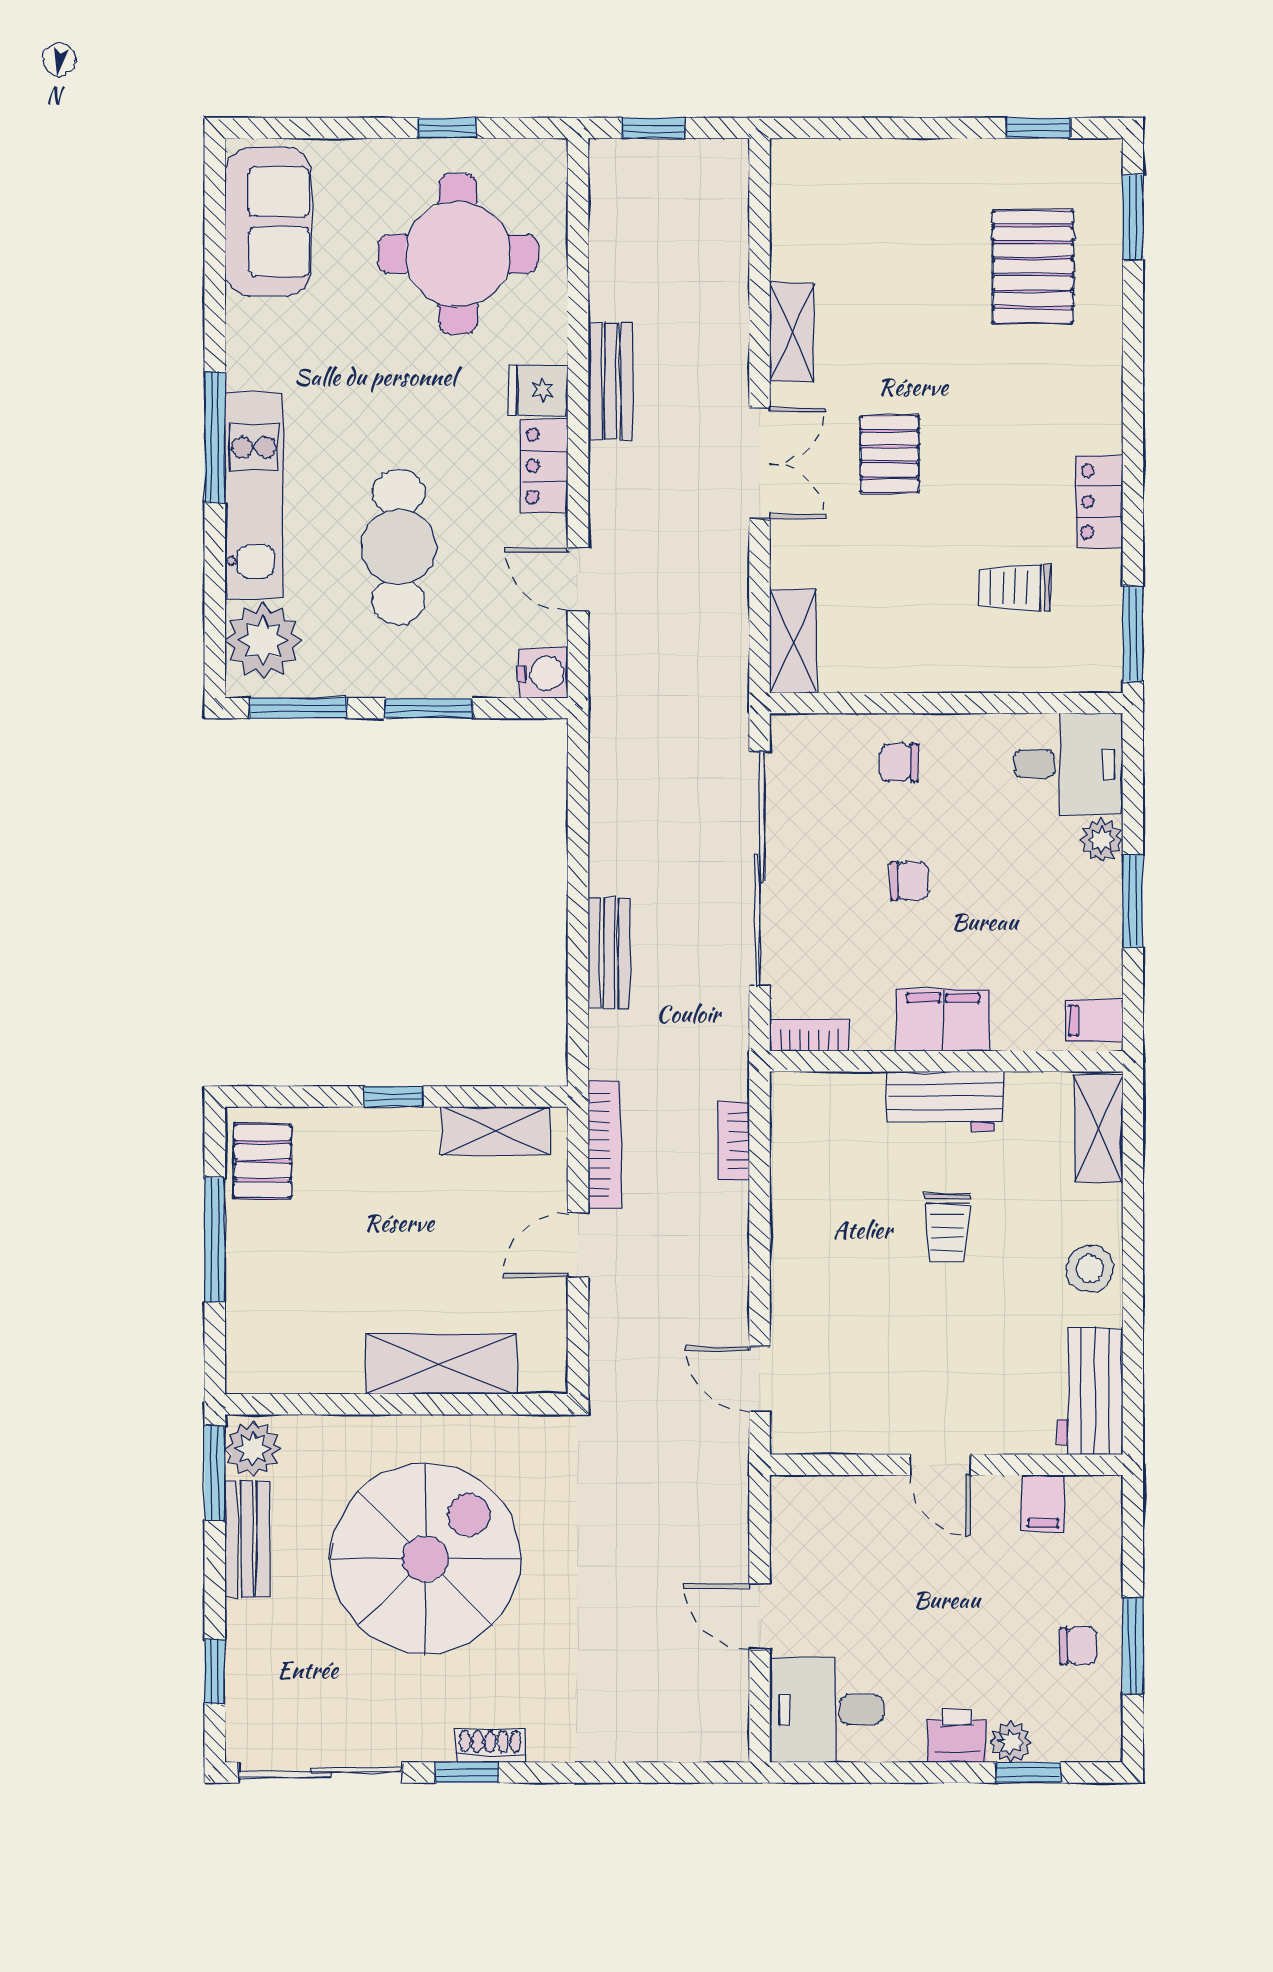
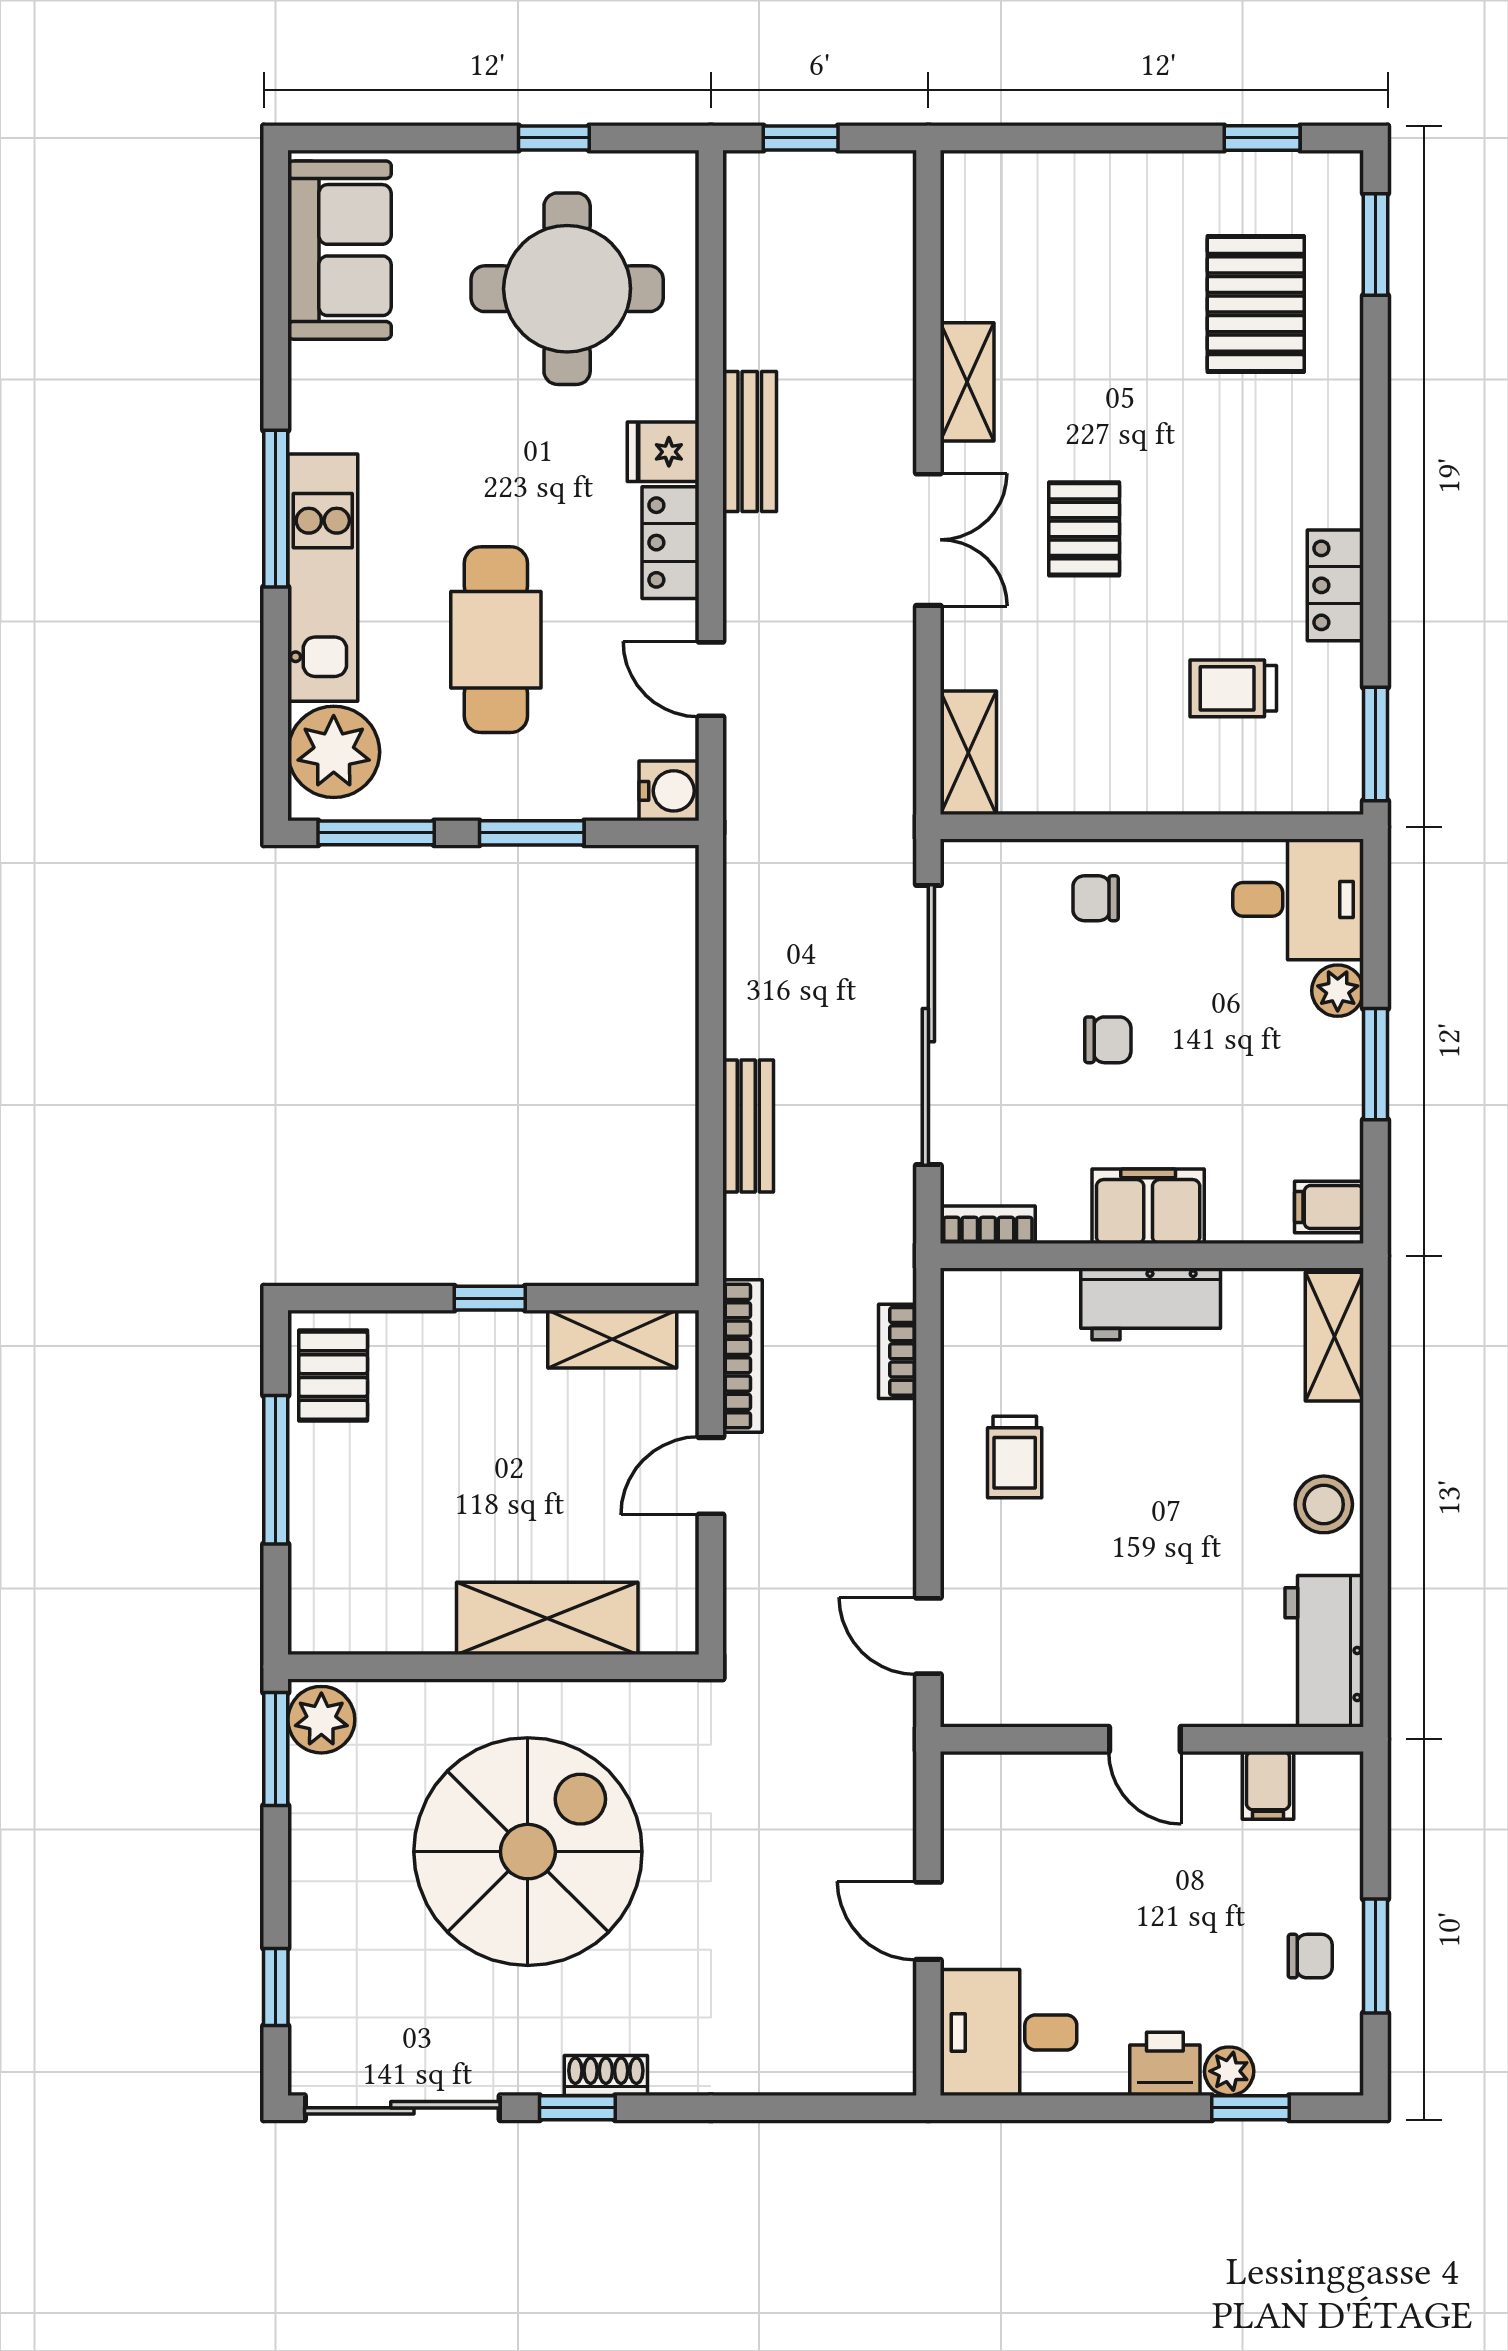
trolley: (947, 1228) -> (1015, 1457), moved
bench: (247, 1539) -> (315, 1828), removed

